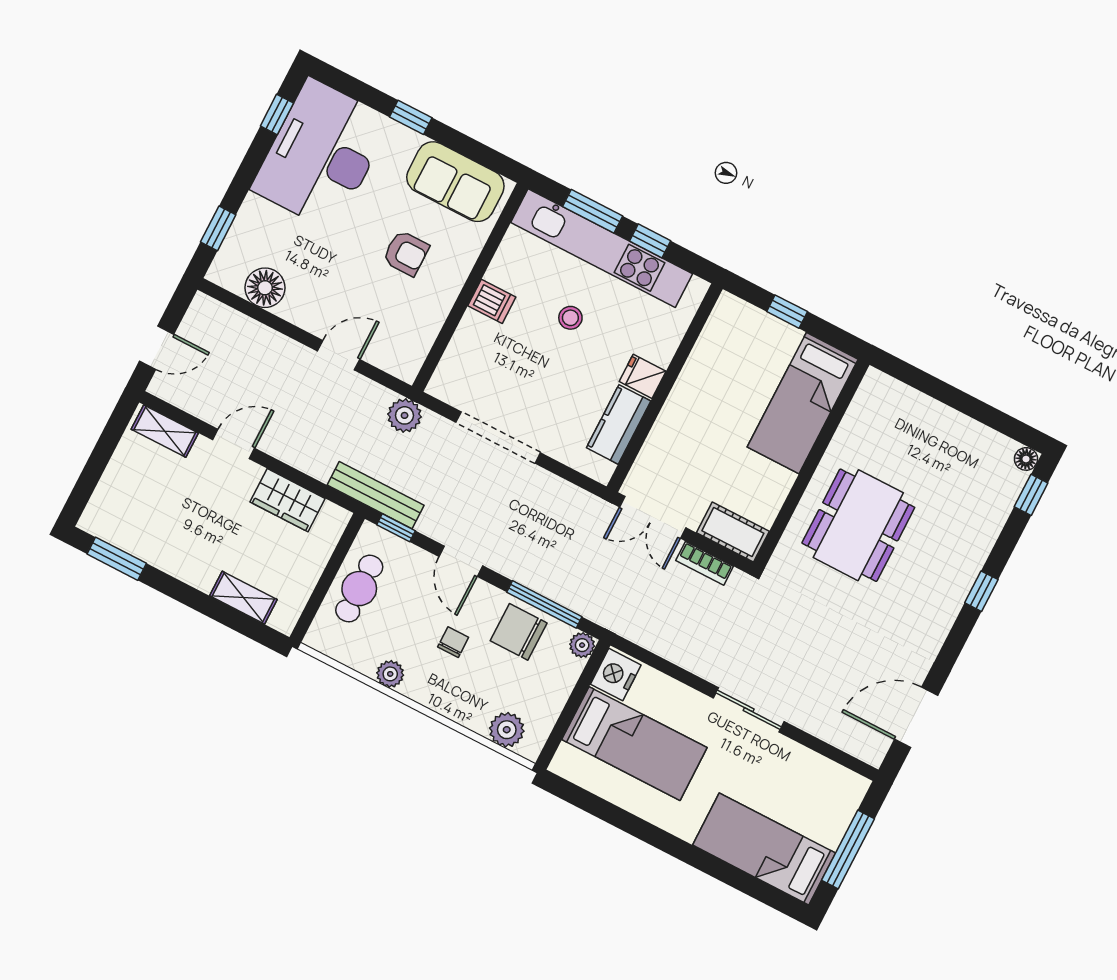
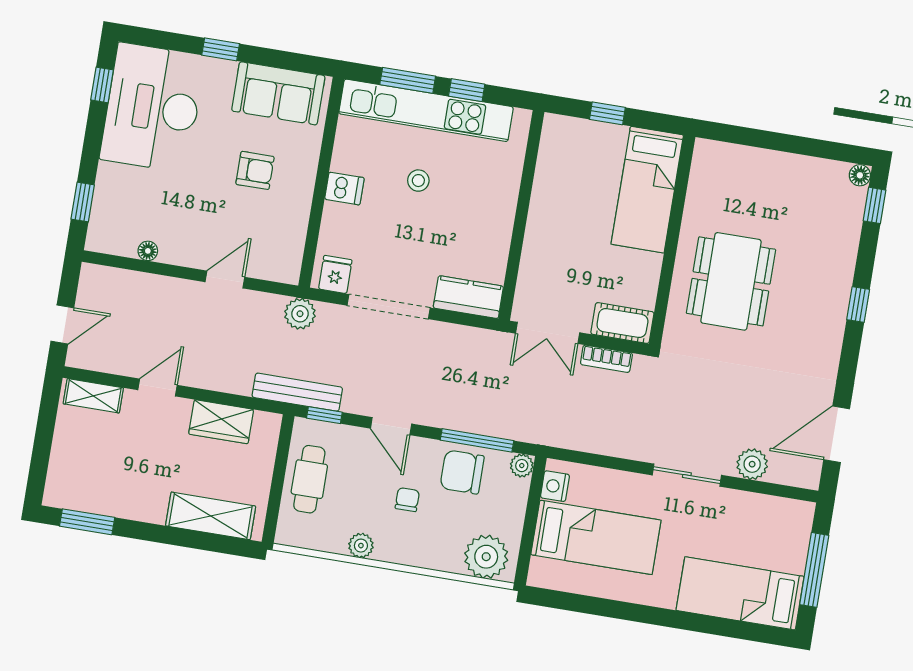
floor lamp: (265, 288) -> (148, 251), width x0.53, depth x0.53
fridge: (643, 376) -> (335, 274), moved, turned 90
kitchen counter: (619, 424) -> (468, 297), moved, turned 90
shelving: (243, 598) -> (211, 516), width x1.50, depth x1.33
nightstand: (616, 675) -> (555, 486), width x0.74, depth x0.75
plant: (819, 720) -> (752, 464), added
plant: (507, 730) -> (486, 557), width x1.36, depth x1.36

